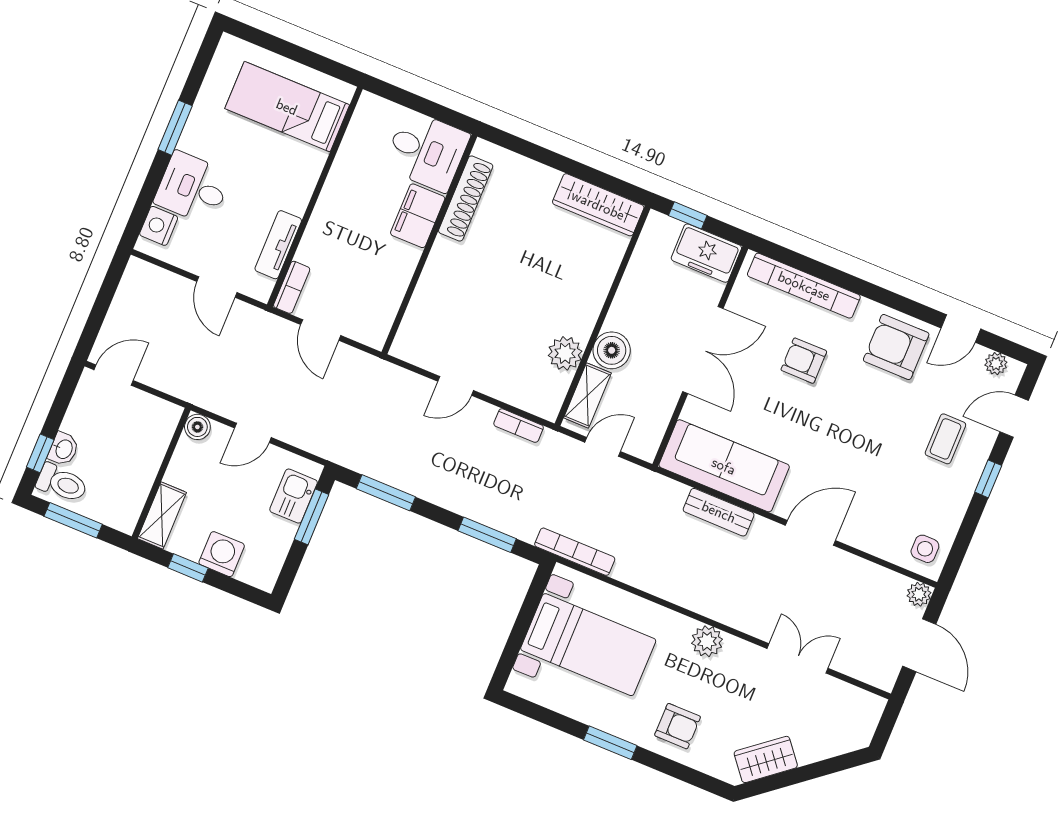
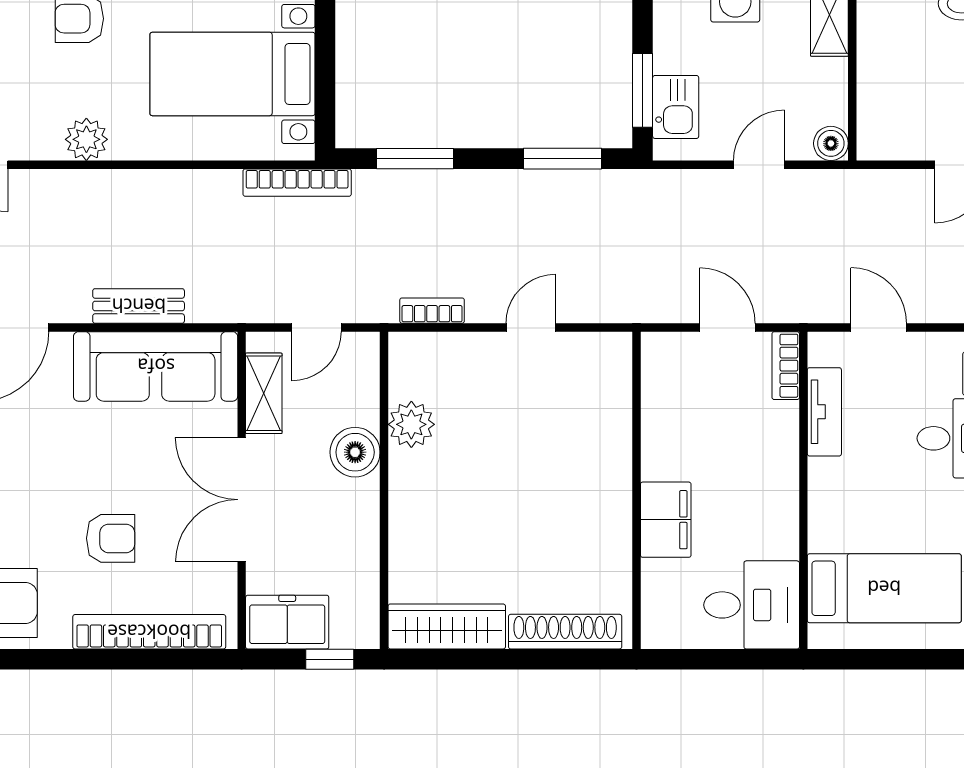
desk: (426, 151) -> (752, 605), moved, turned 180
shoe rack: (466, 198) -> (565, 632), moved, turned 90
shelving: (587, 395) -> (264, 393), moved

